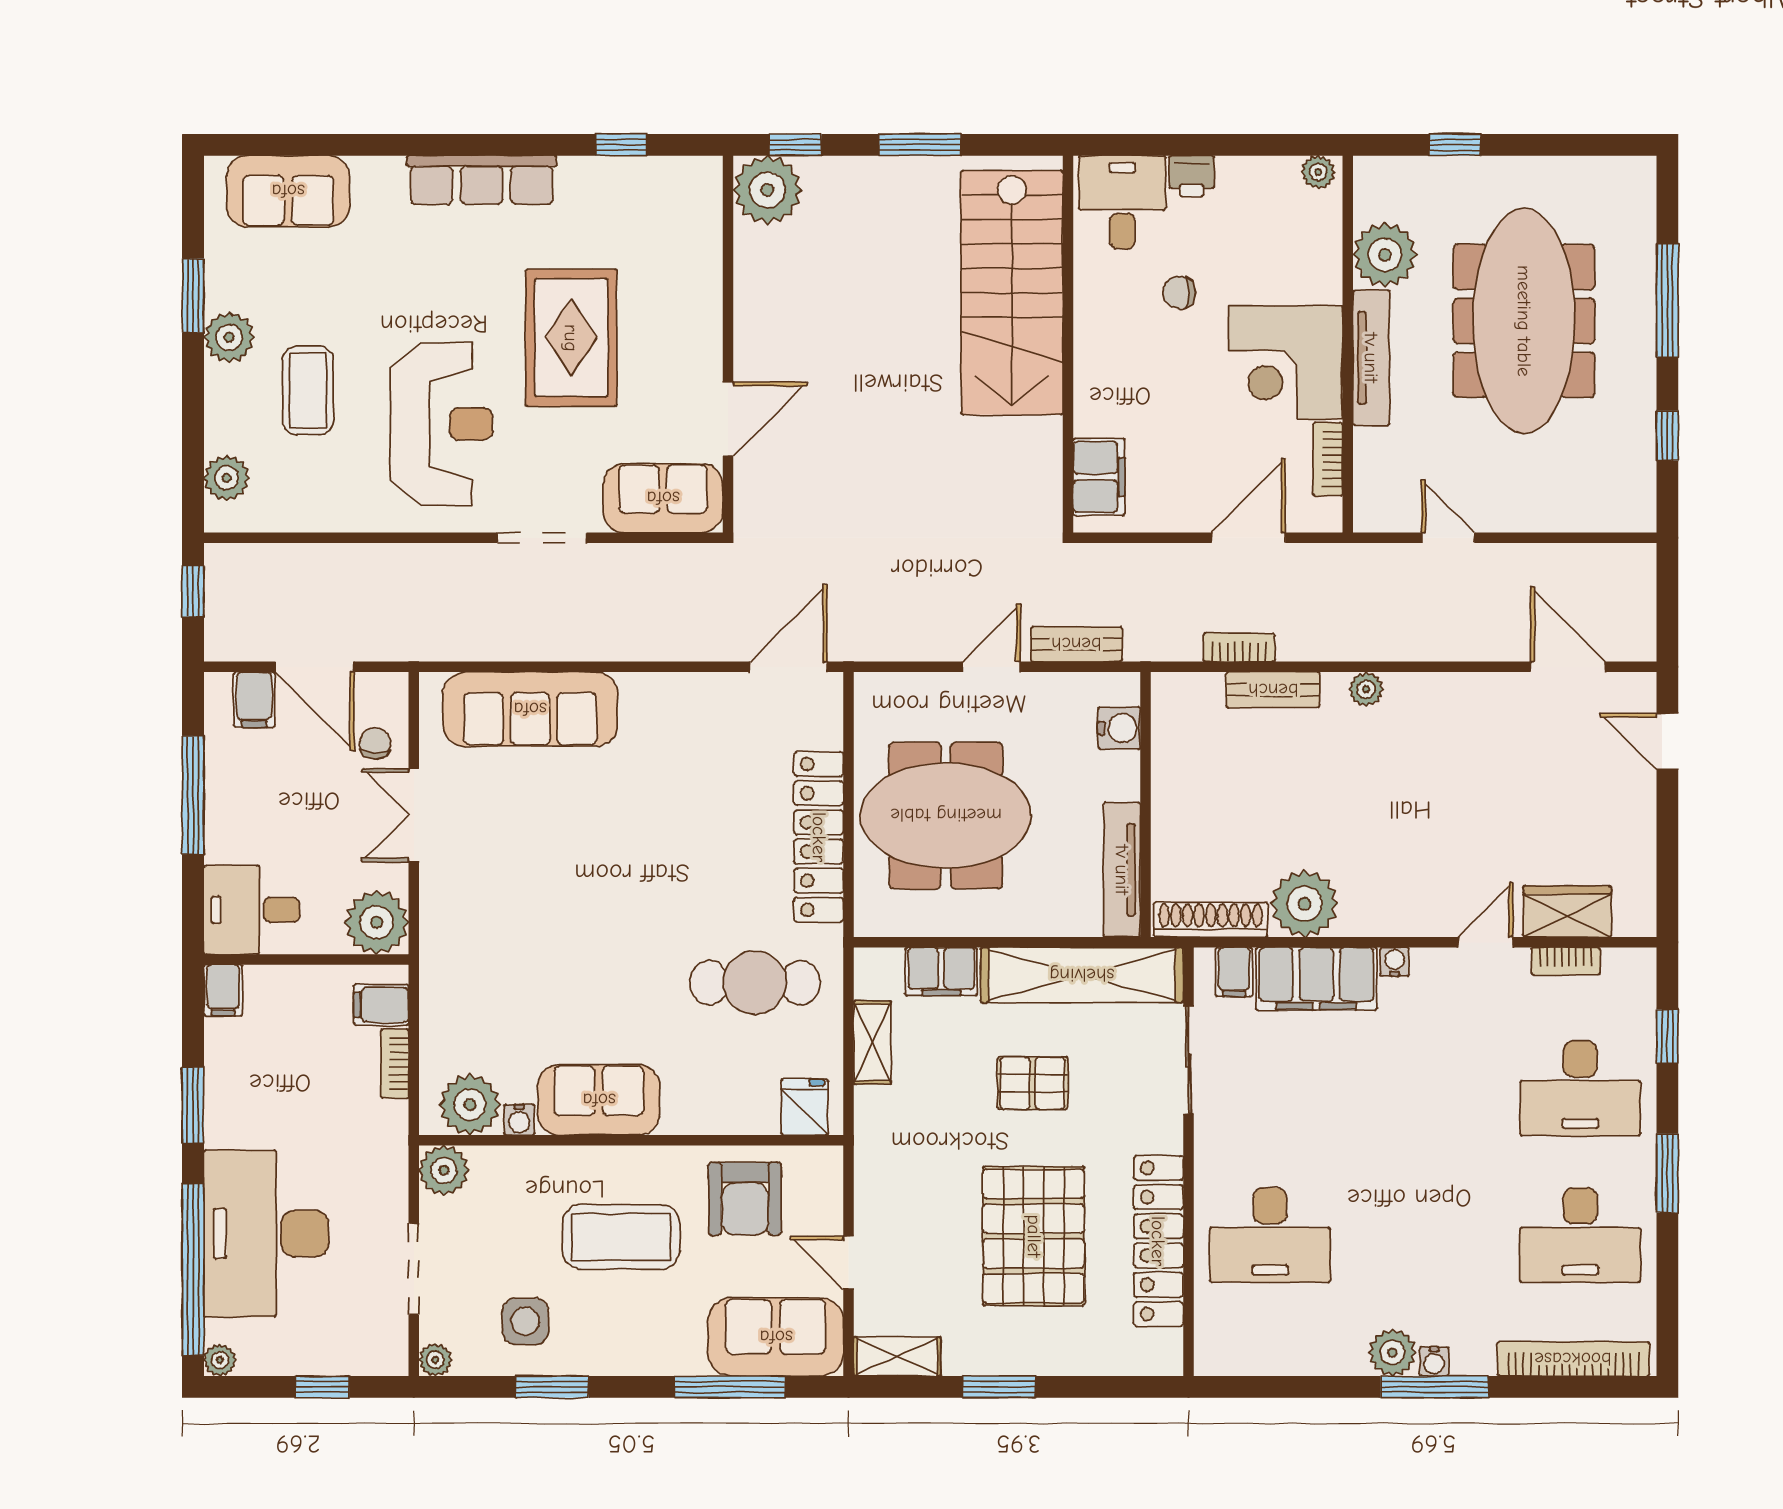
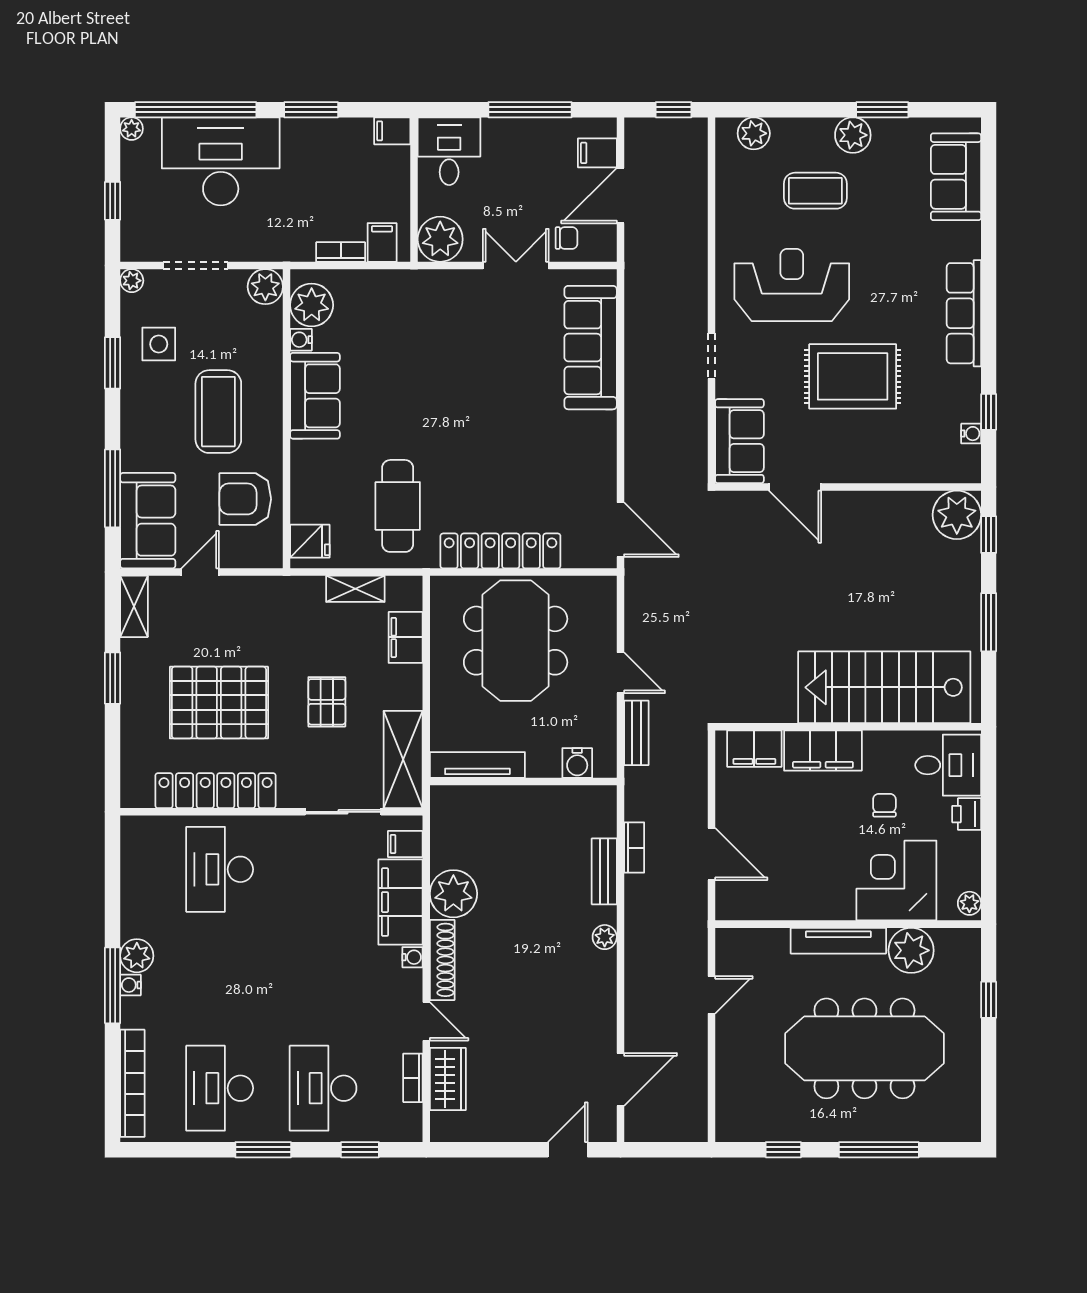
water cooler: (652, 170) -> (971, 434), added
corner desk: (1286, 362) -> (896, 881), moved
filing cabinet: (1102, 380) -> (823, 751), added
reception desk: (442, 424) -> (792, 285), turned 180
bookcase: (1328, 459) -> (767, 910), removed
doorway: (542, 538) -> (711, 356), width x0.73
shoe rack: (1211, 920) -> (442, 960), moved
shelving: (1082, 975) -> (403, 759), width x0.68

